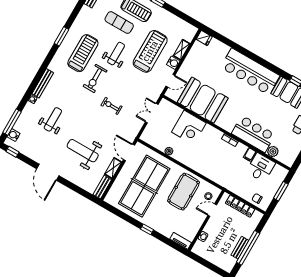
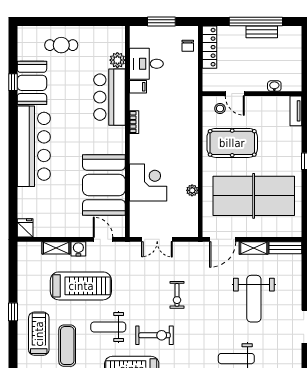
treadmill: (150, 51) -> (81, 286), turned 180
locker: (240, 206) -> (210, 47), moved

